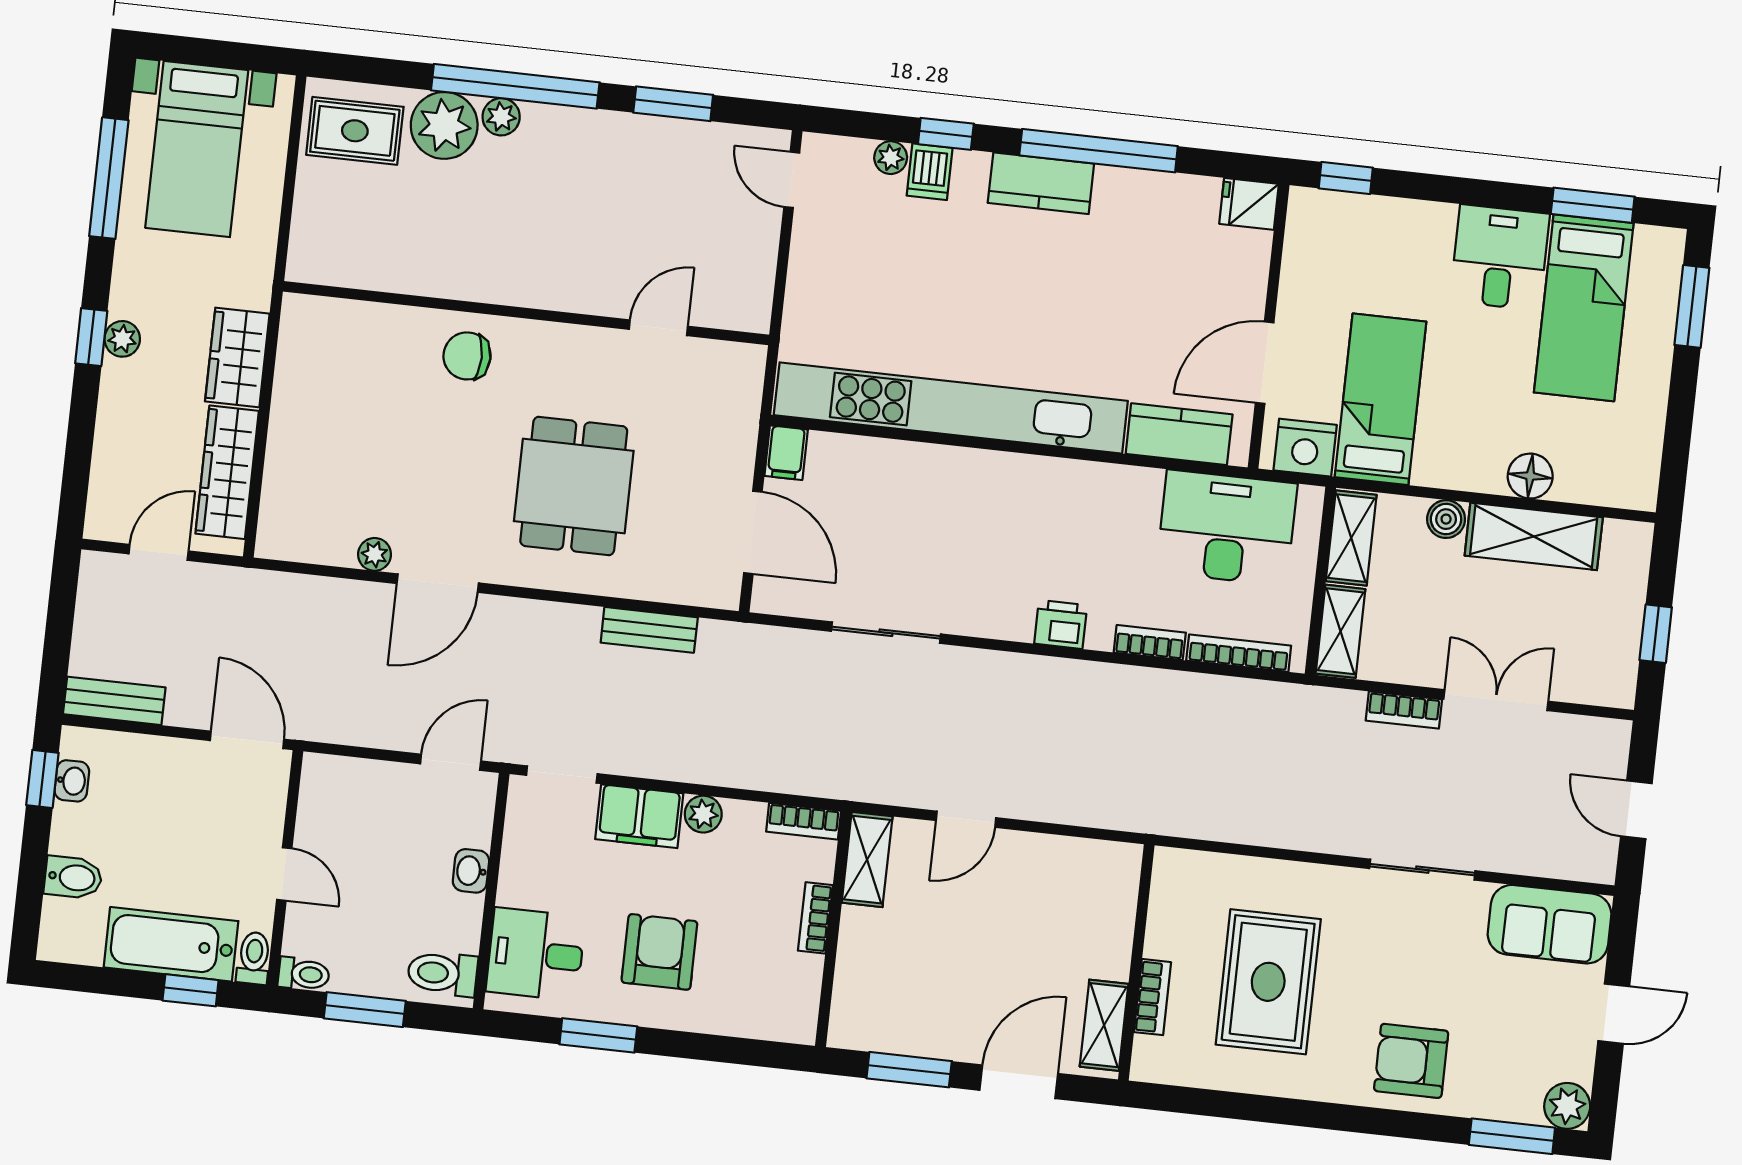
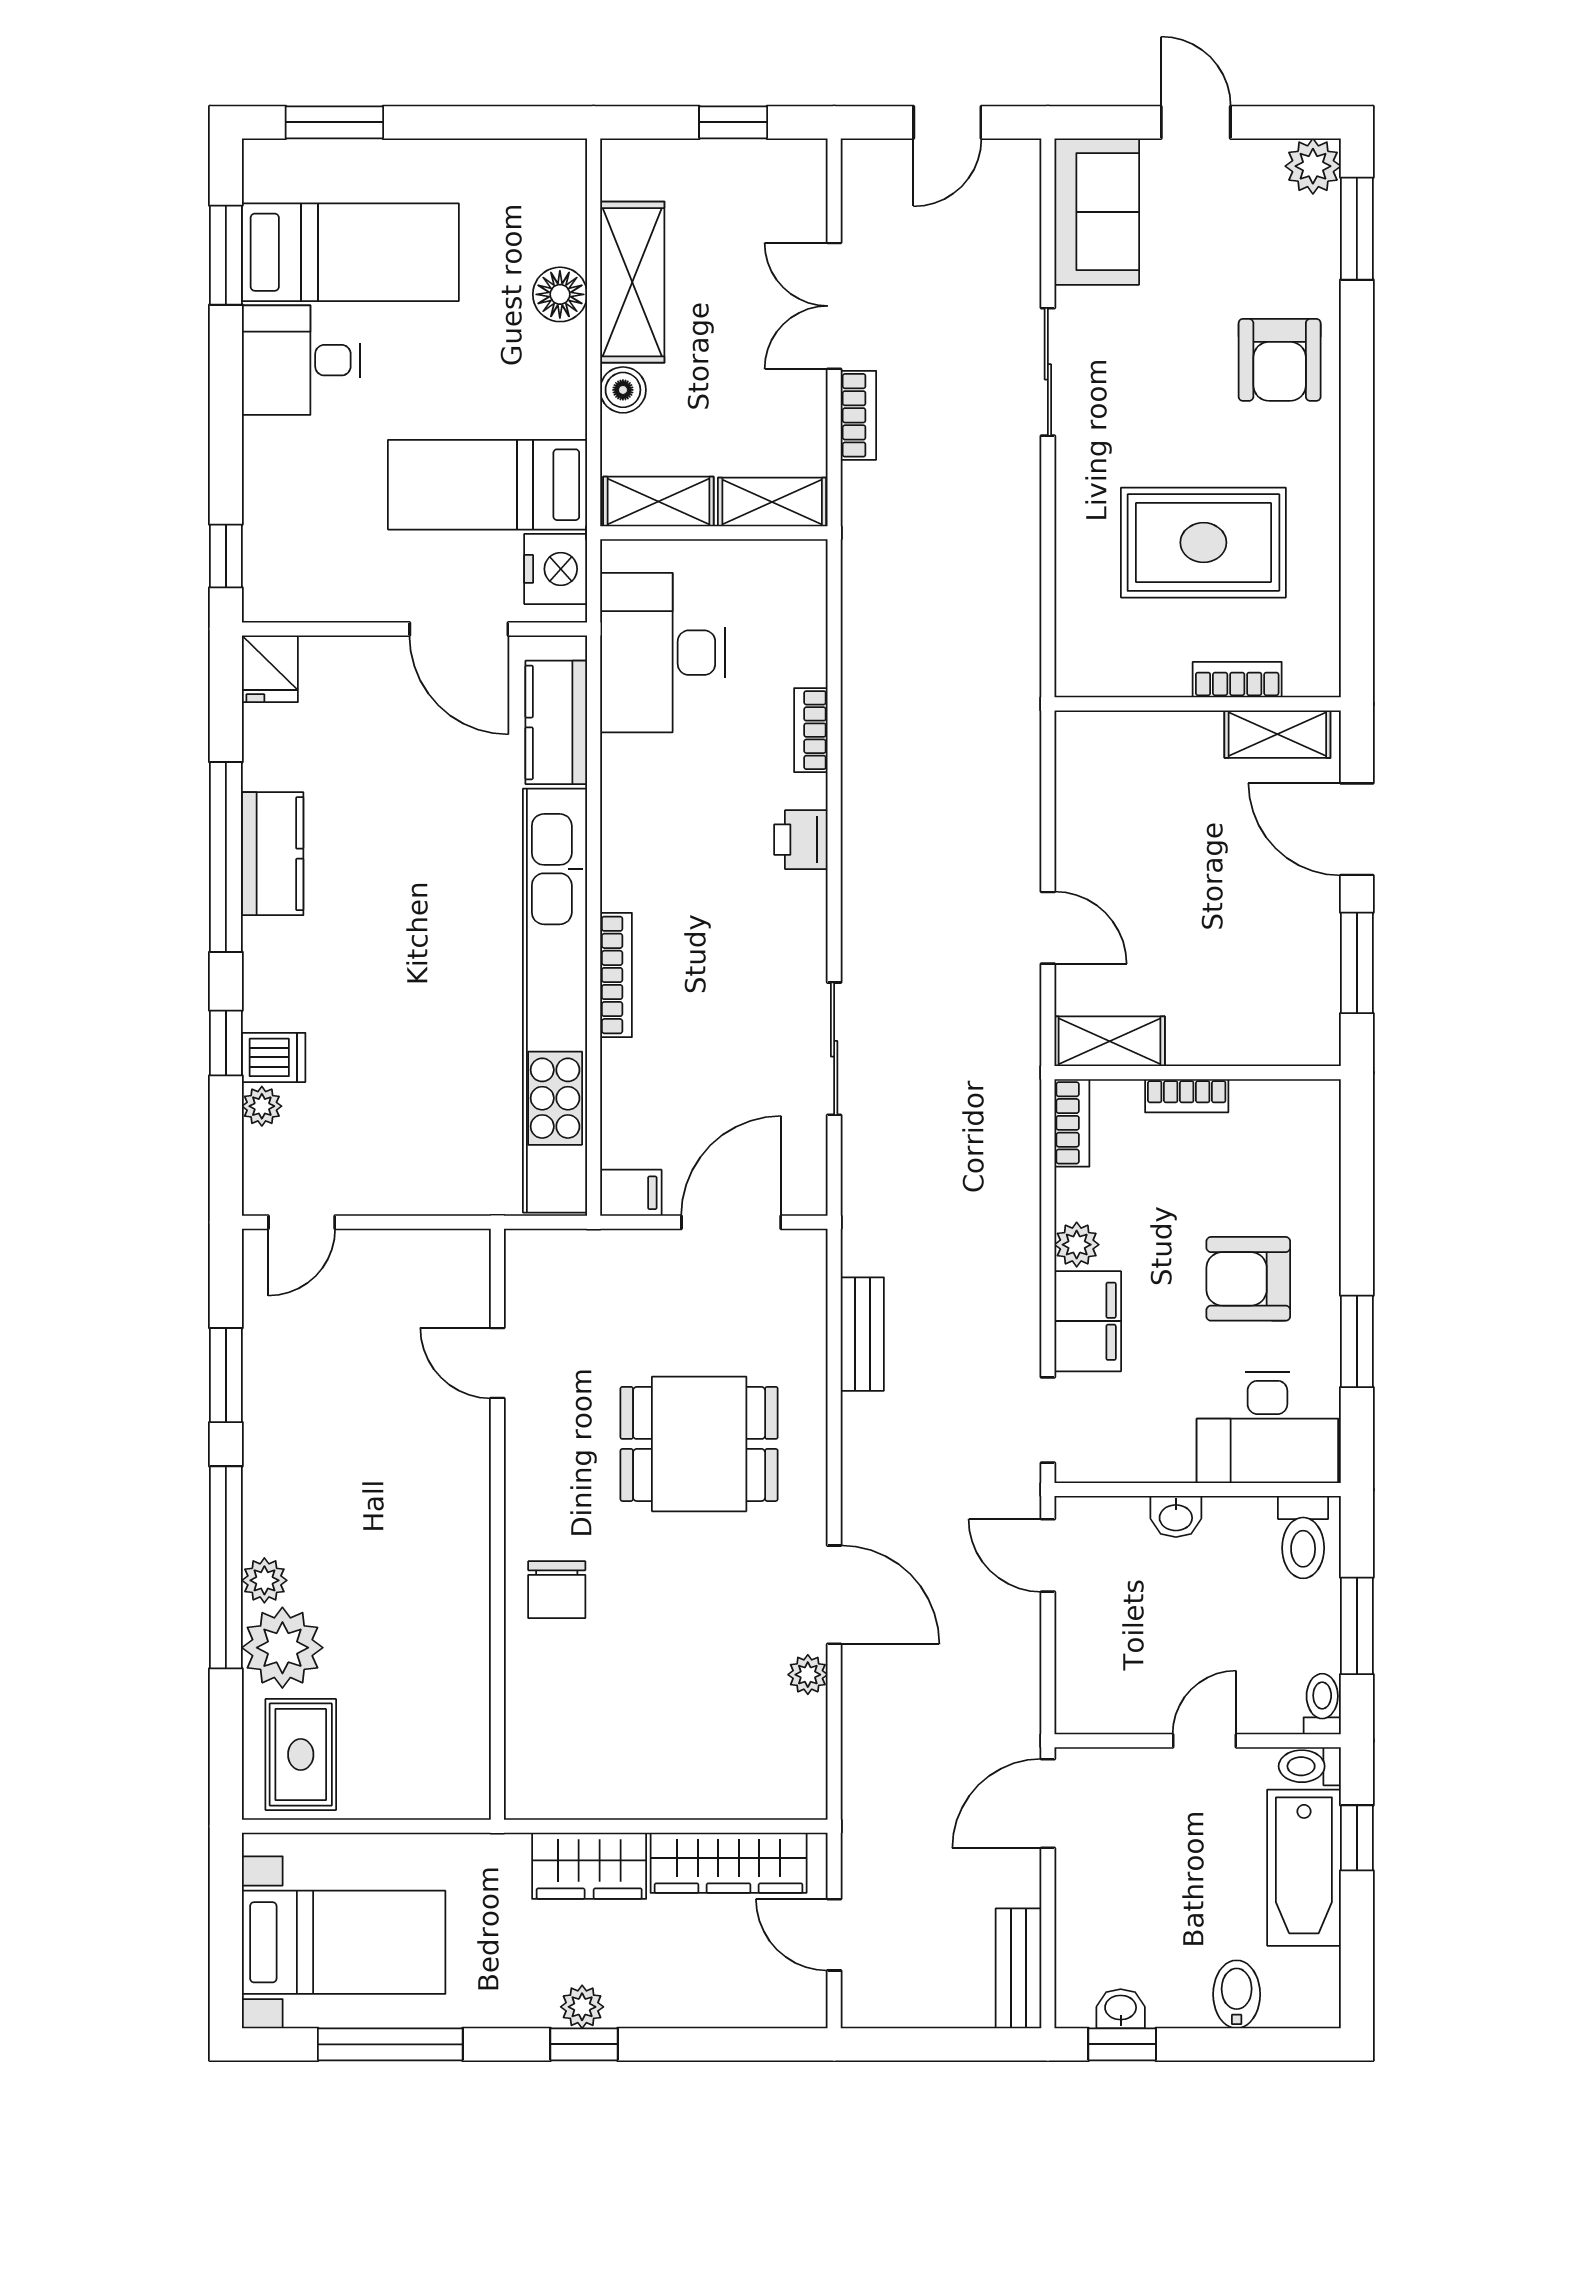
kitchen counter: (1041, 183) -> (273, 854), moved
bookcase: (1239, 653) -> (616, 975), moved, turned 180
desk: (536, 954) -> (1267, 1427), width x1.37

